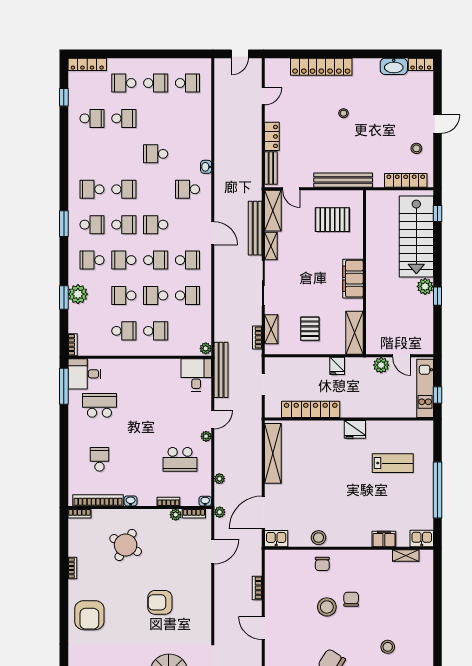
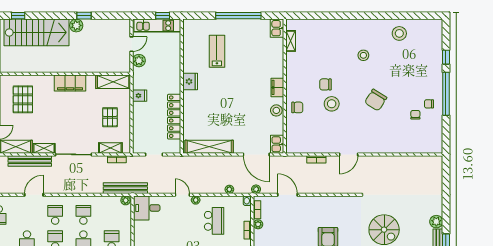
pallet: (310, 329) -> (110, 117), turned 90
bench: (221, 370) -> (125, 188), moved
filing cabinet: (384, 539) -> (277, 87), moved

